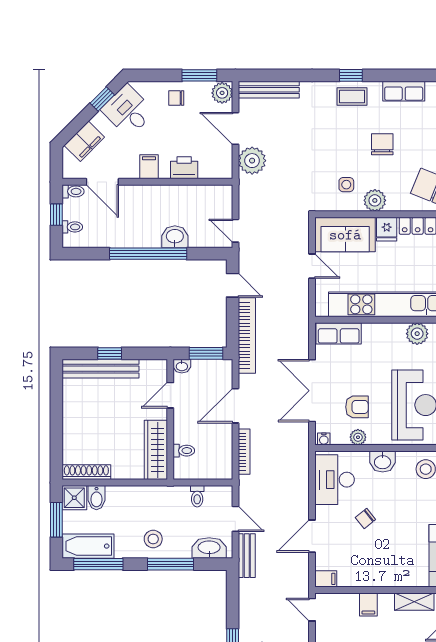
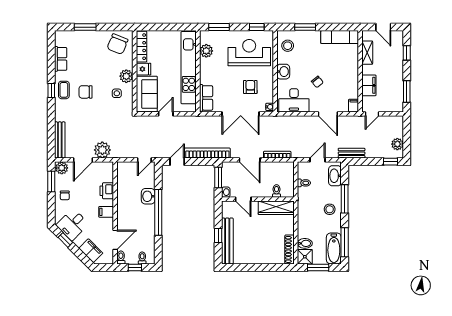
chair: (382, 144) -> (86, 92), moved
plant: (358, 437) -> (268, 86), removed
bench: (247, 556) -> (352, 153), moved
filing cabinet: (368, 604) -> (369, 85), width x2.00

